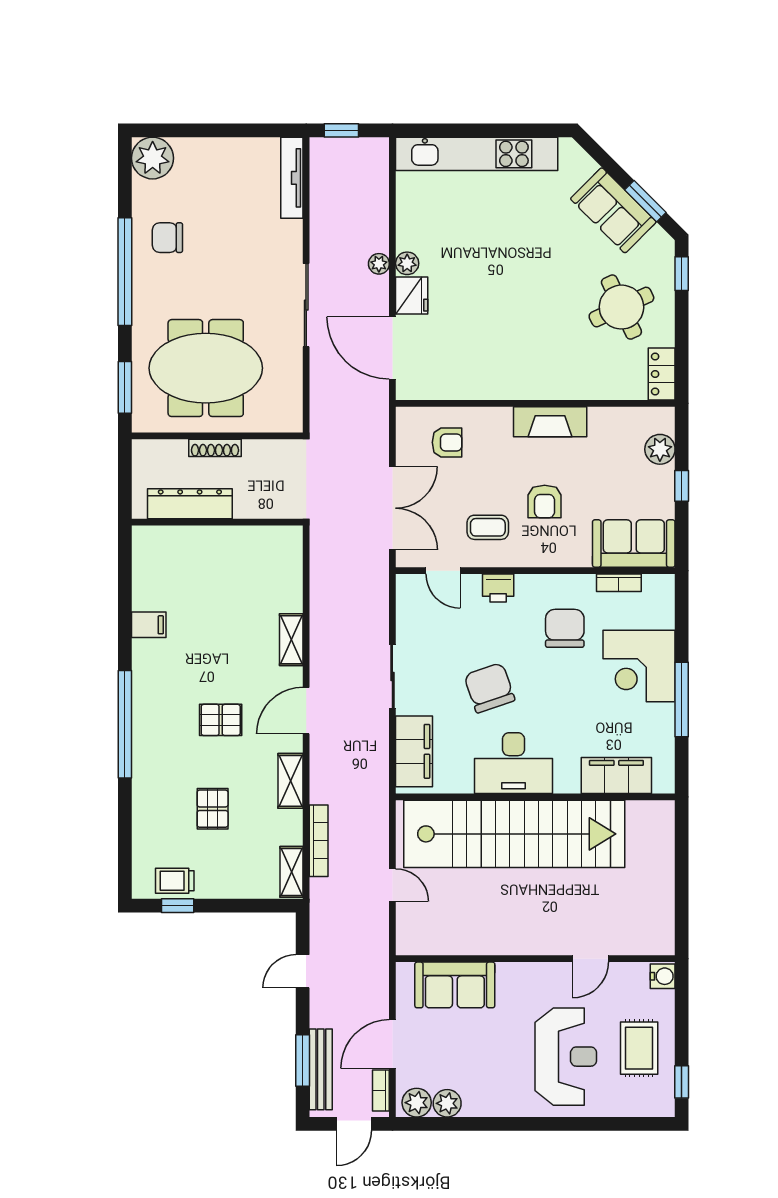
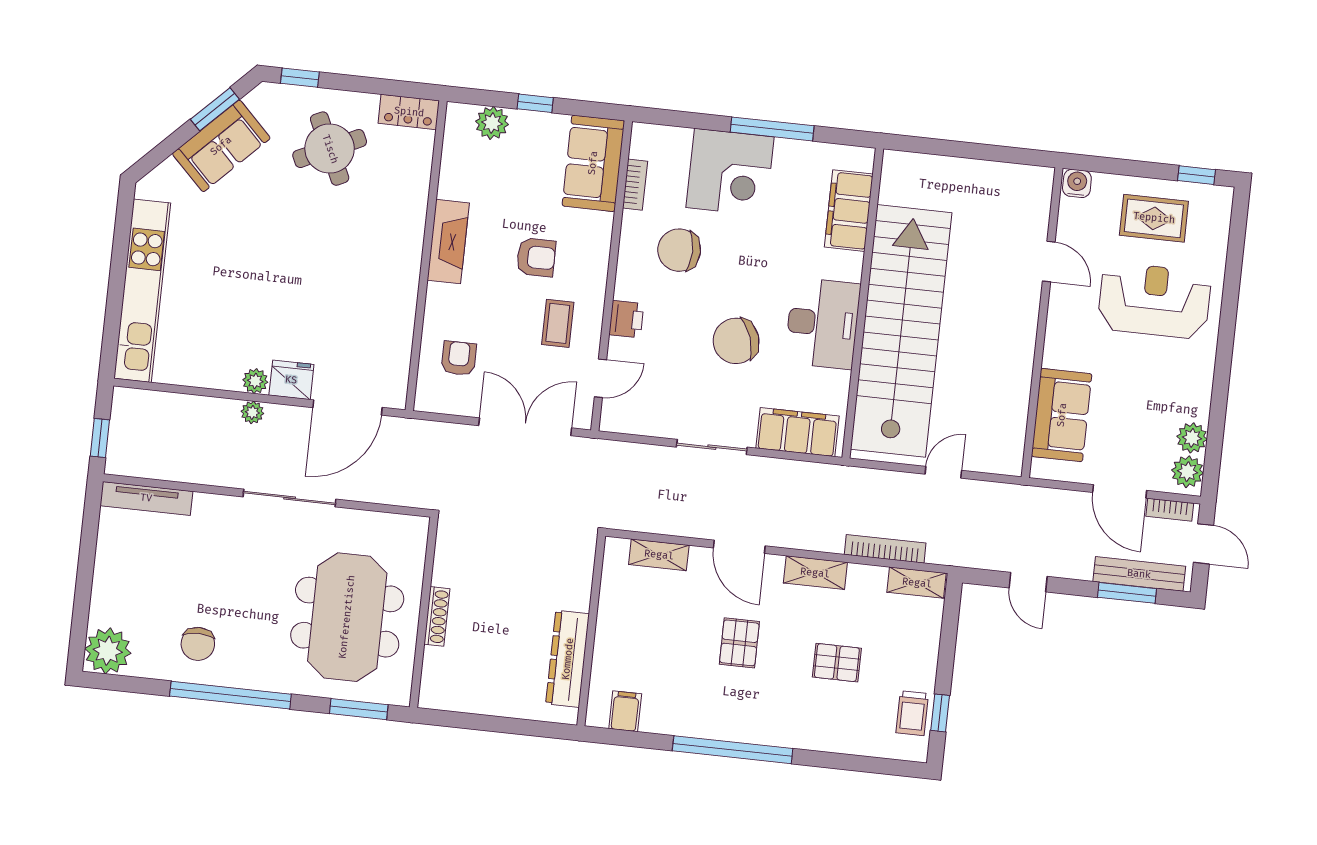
dresser: (190, 504) -> (568, 659), moved
wall: (217, 522) -> (591, 631), moved

